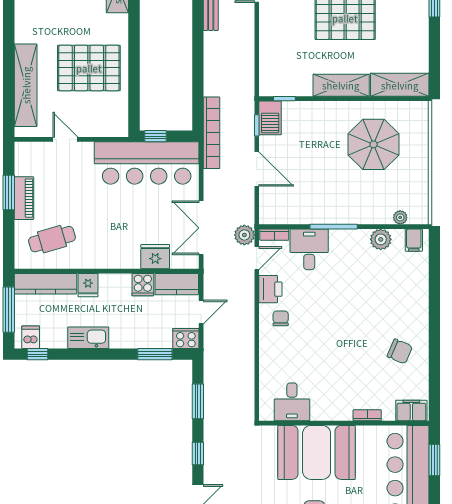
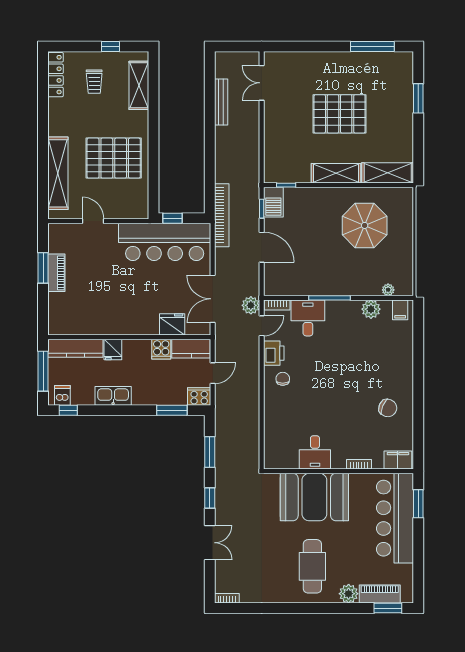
cafe table: (52, 239) -> (81, 309), removed
desk: (292, 402) -> (315, 452), moved

